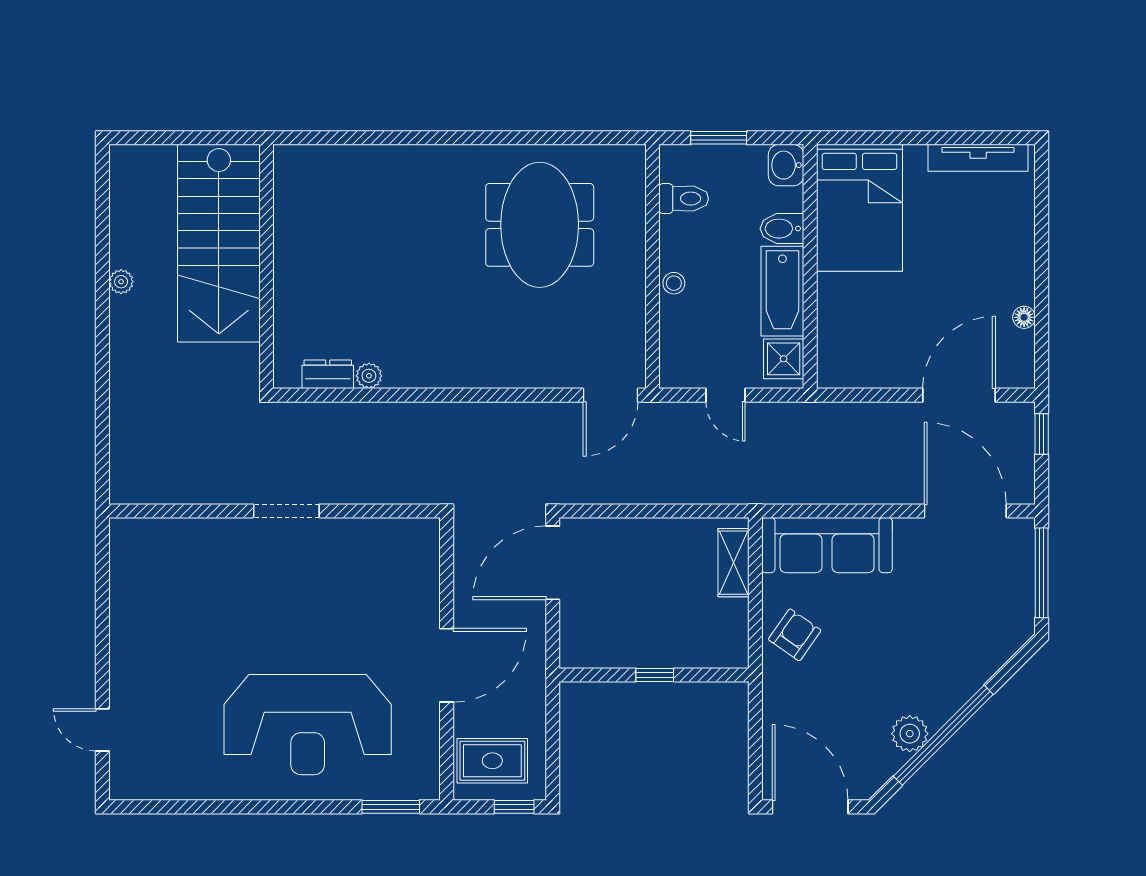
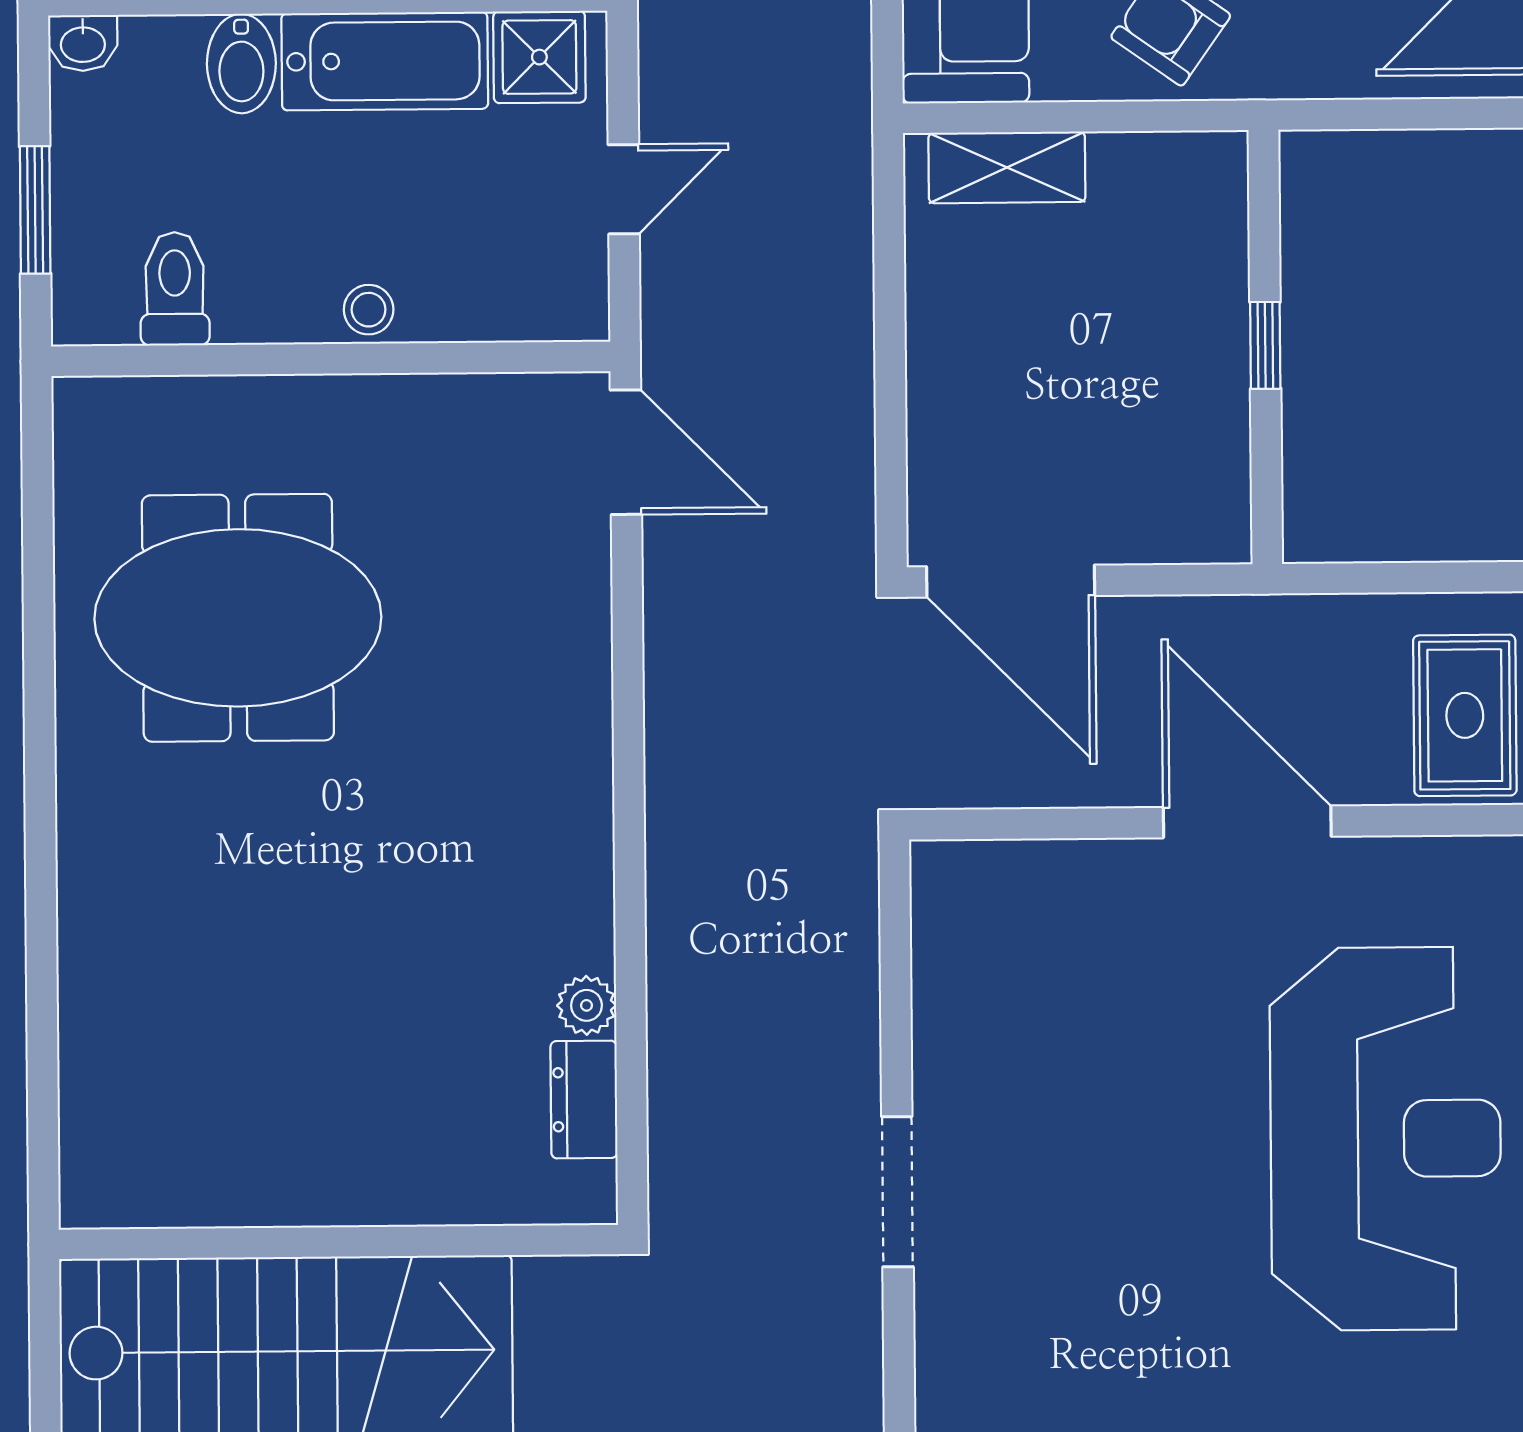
washbasin: (786, 165) -> (83, 43), width x0.72, depth x0.69

